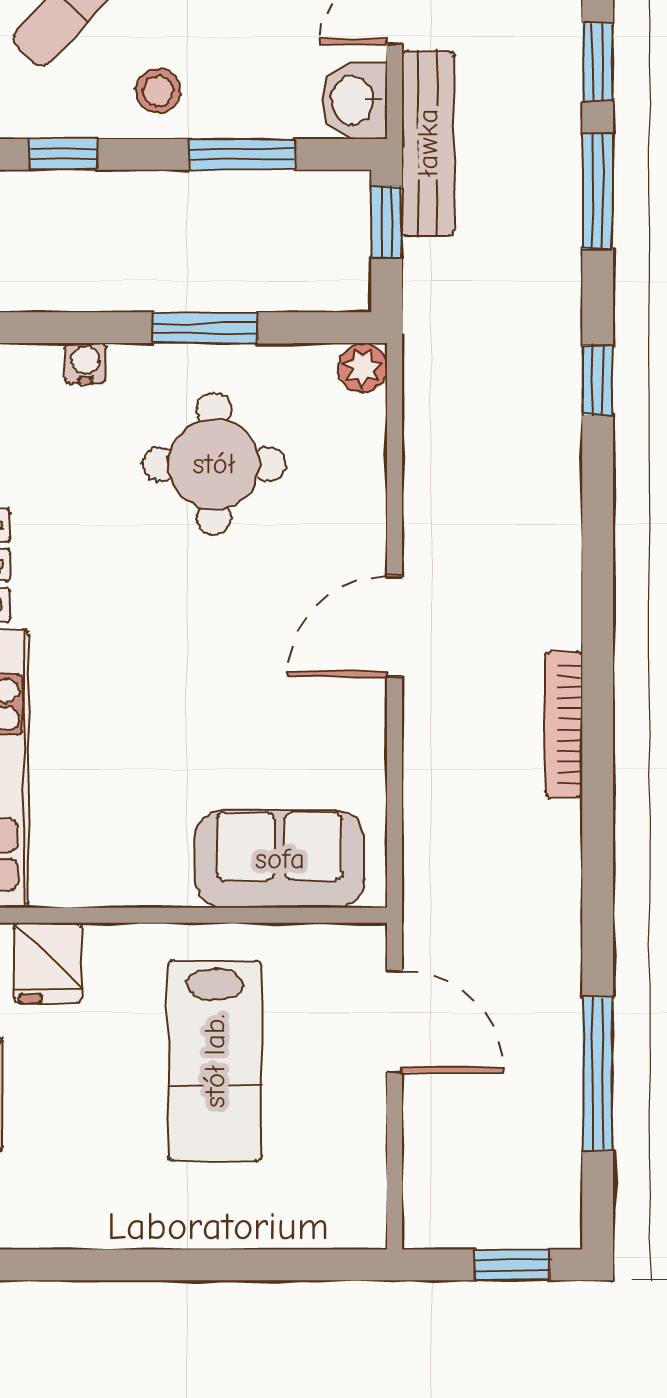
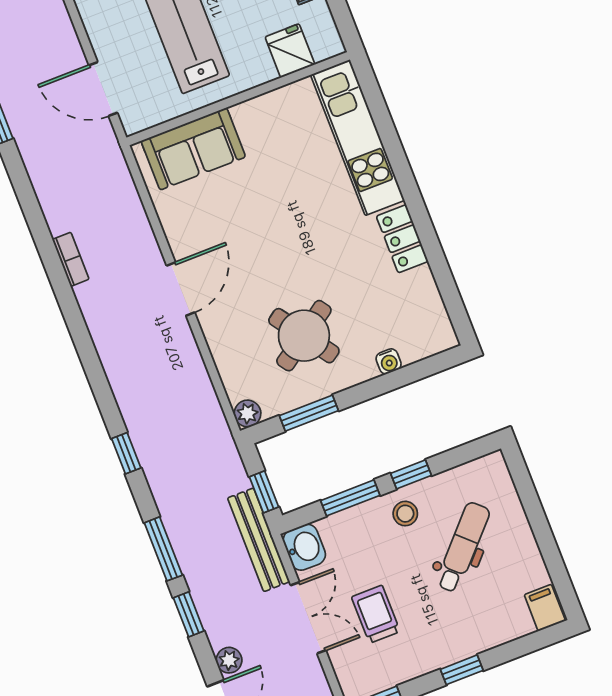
window: (63, 154) -> (411, 474), moved
window: (205, 328) -> (309, 413), moved
round table: (214, 464) -> (304, 336), turned -35
bookcase: (564, 725) -> (71, 259), width x0.64

